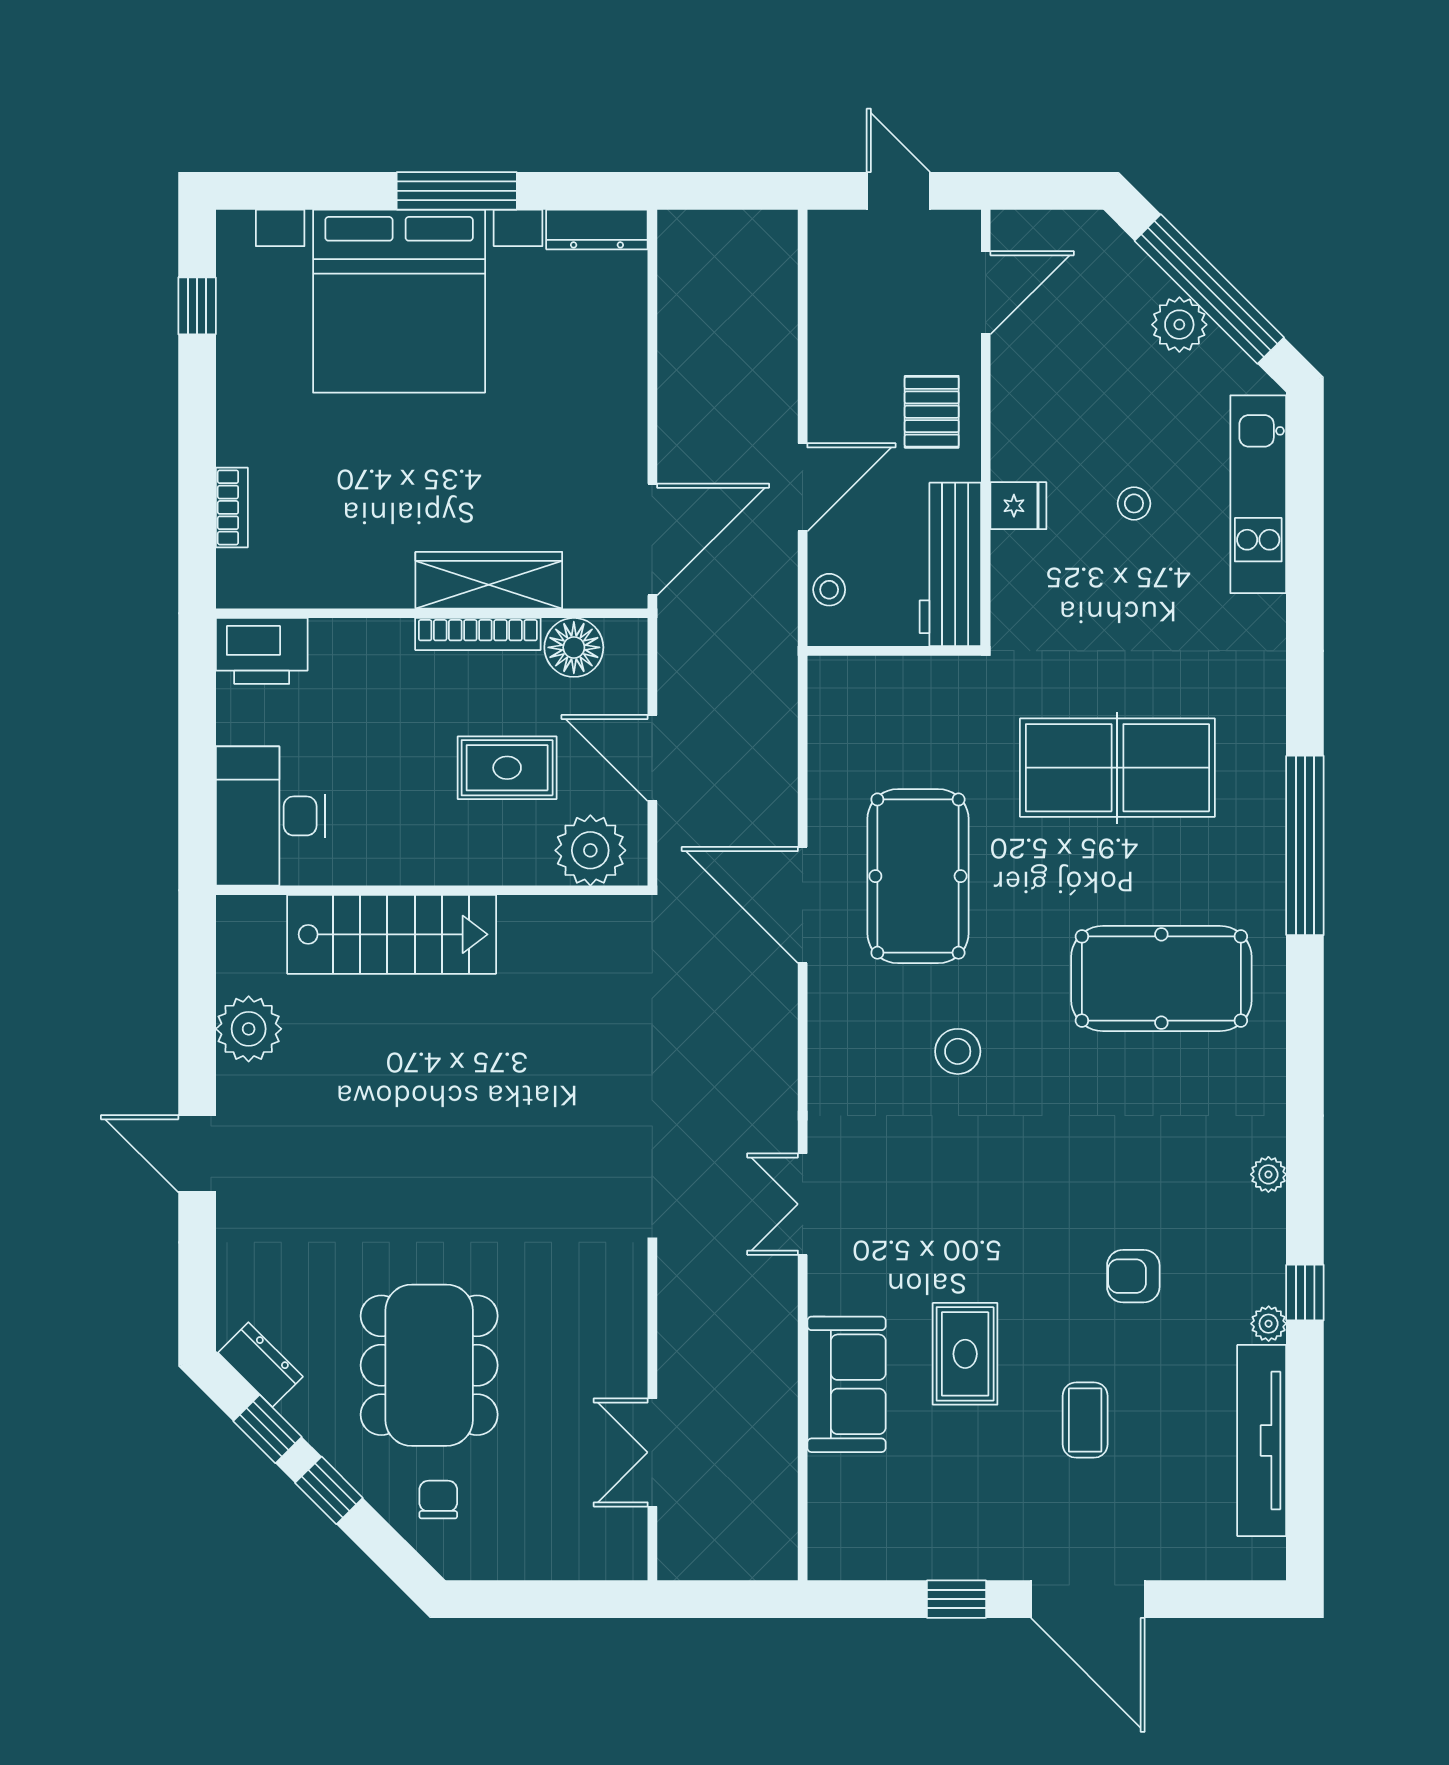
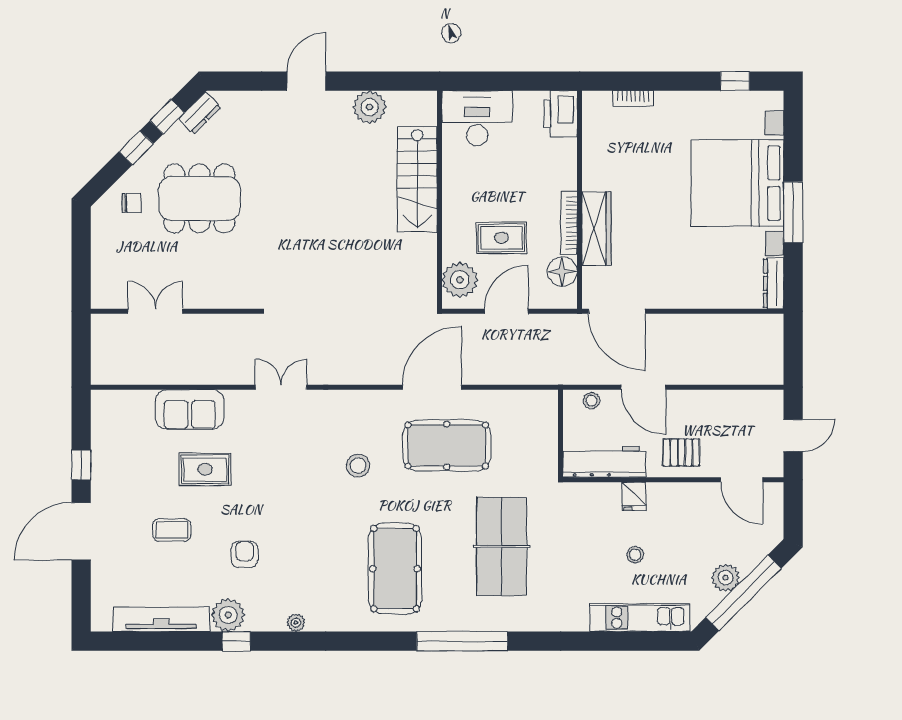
rug: (507, 768) -> (502, 238), turned 90
plant: (1269, 1324) -> (228, 615), width x1.88, depth x1.88

